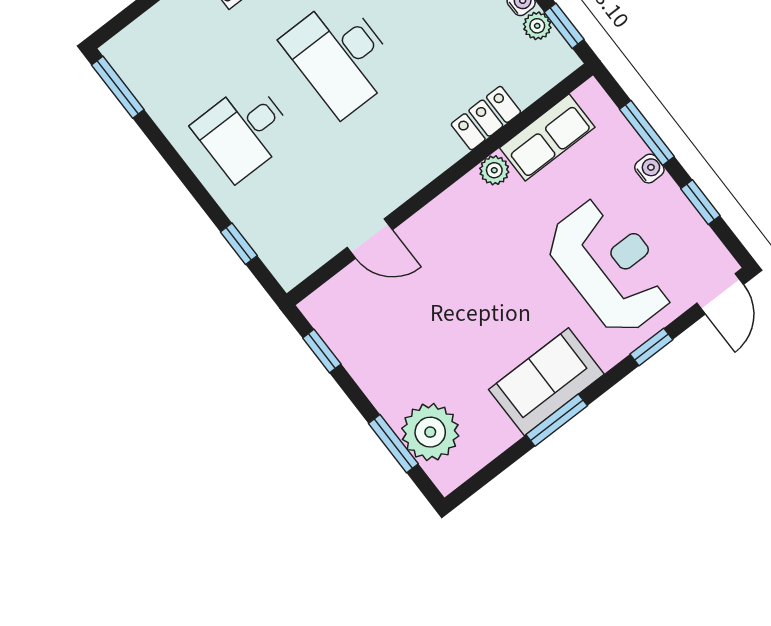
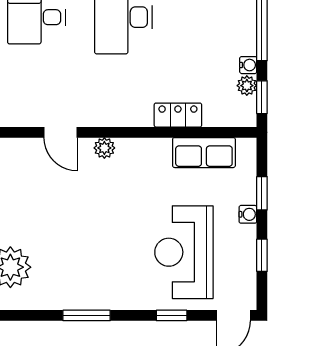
window: (647, 133) -> (262, 193), width x0.67
plant: (494, 170) -> (104, 148), moved
reception desk: (611, 266) -> (184, 252), turned 180
sofa: (546, 382) -> (97, 289), removed

